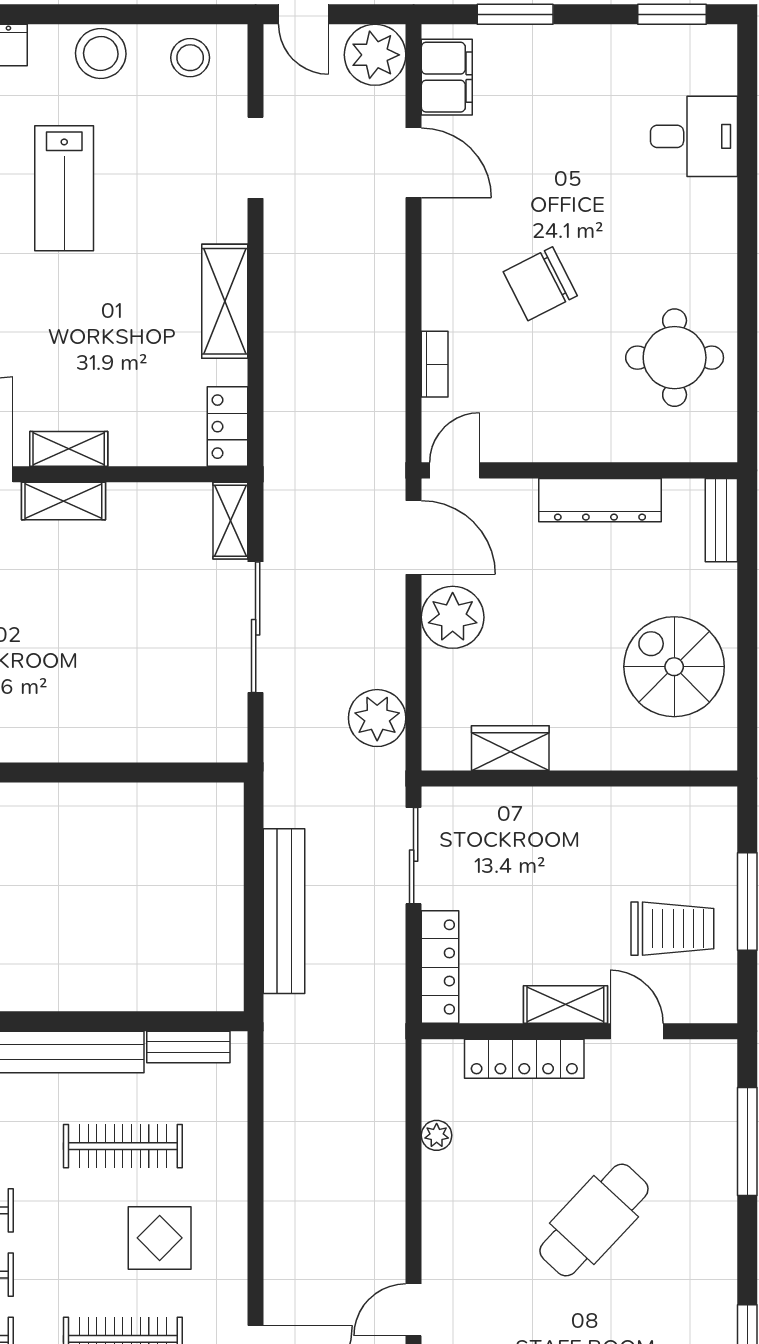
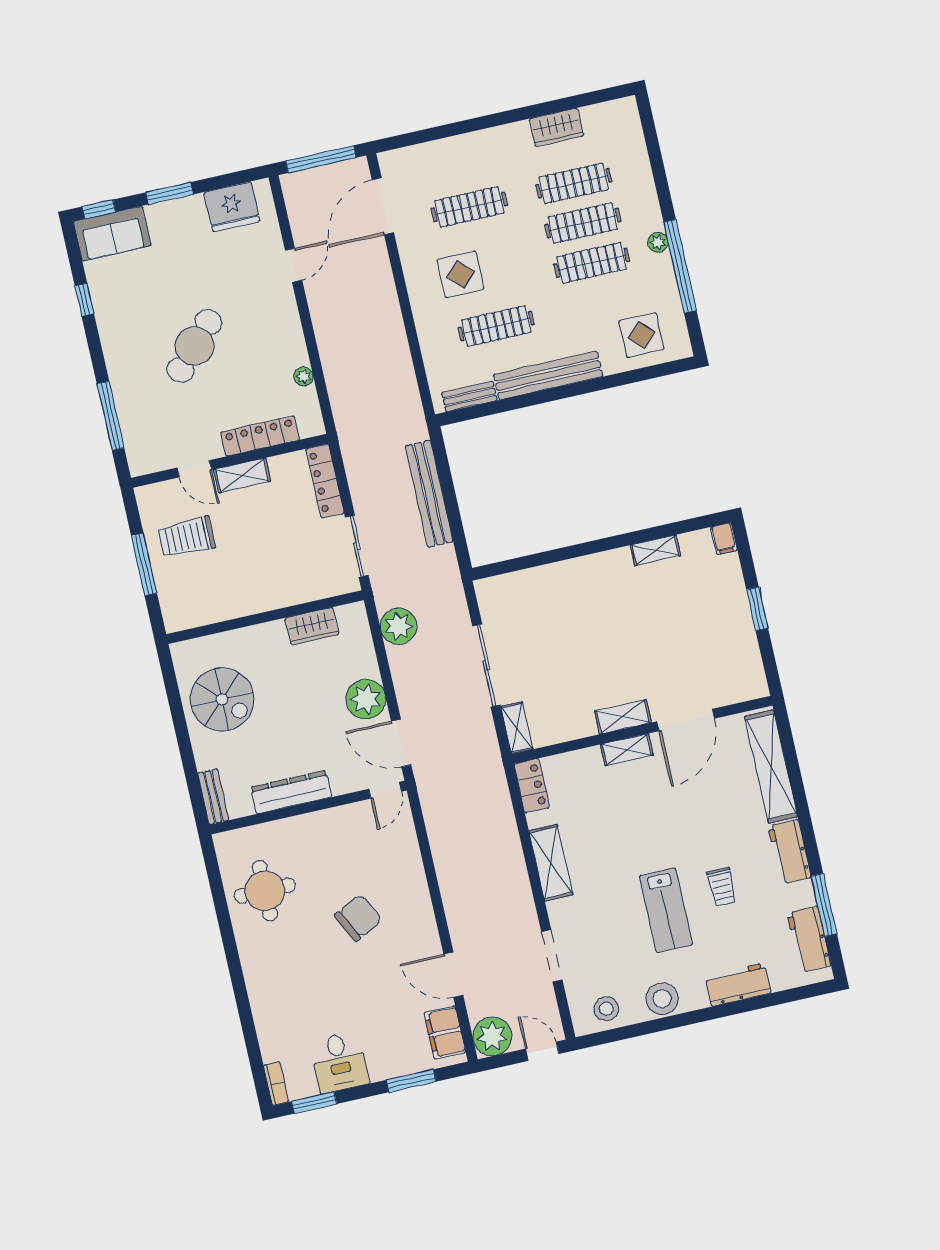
desk: (694, 136) -> (340, 1062), moved, turned -90
lab bench: (64, 188) -> (666, 910), turned 180
bookcase: (435, 364) -> (276, 1083), moved, turned 180

